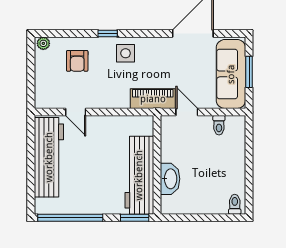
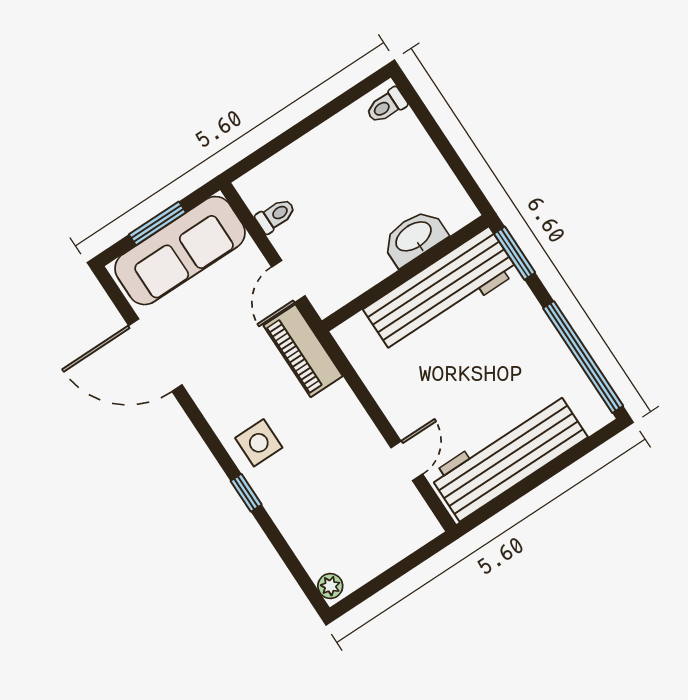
armchair: (77, 61) -> (322, 513), removed

